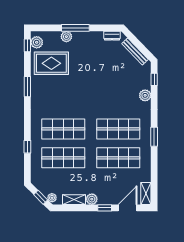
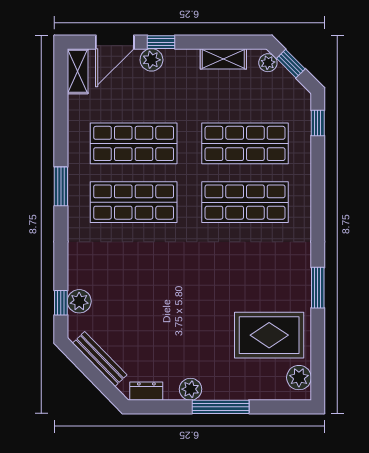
plant: (66, 37) -> (190, 389), moved
window: (27, 45) -> (318, 372), removed
plant: (145, 95) -> (79, 301), moved
window: (27, 147) -> (318, 123), moved
plant: (92, 199) -> (151, 60), moved

